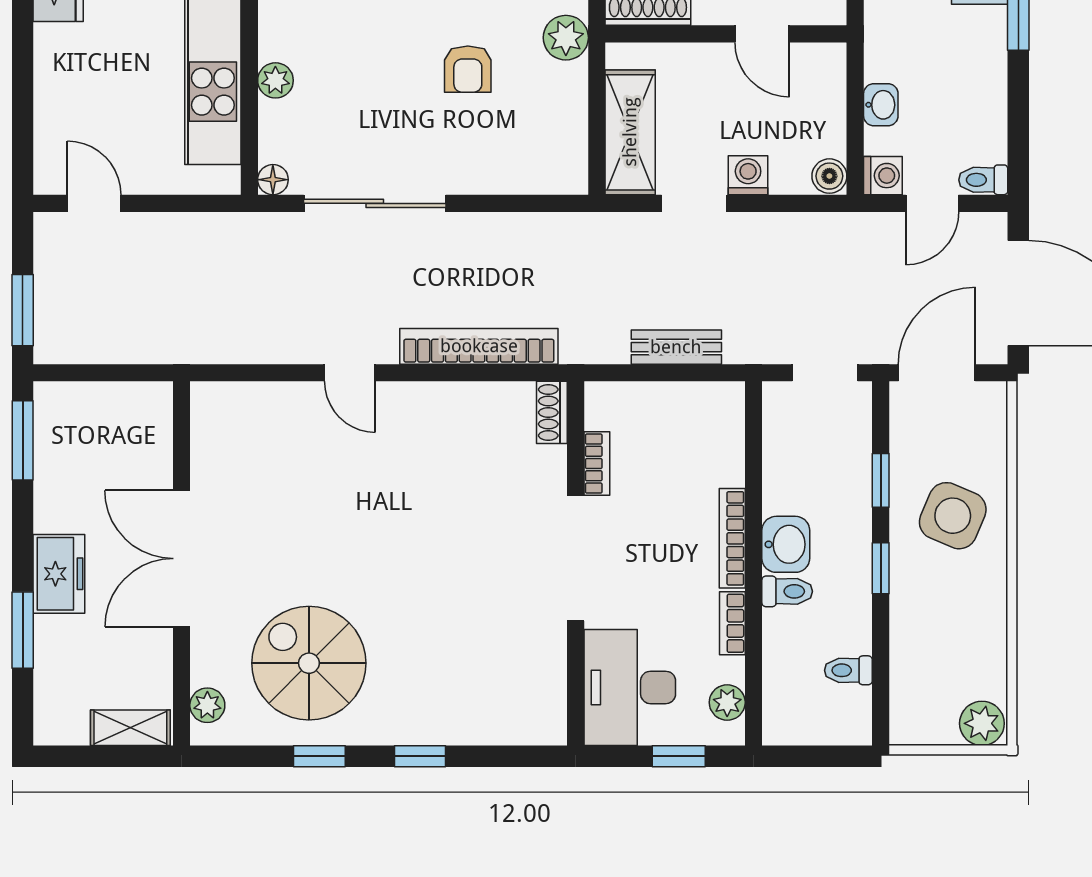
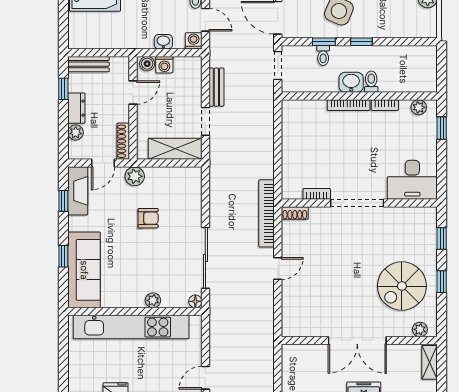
washing machine: (748, 175) -> (164, 65), moved, turned -90
boiler: (829, 176) -> (147, 64), moved
bench: (676, 347) -> (216, 87), moved
shoe rack: (552, 412) -> (295, 213), moved
bookcase: (597, 464) -> (317, 194), moved
doorway: (576, 558) -> (357, 203), moved
wall: (576, 563) -> (359, 203), moved
toilet: (848, 670) -> (323, 56), moved
desk: (630, 687) -> (412, 180), moved

